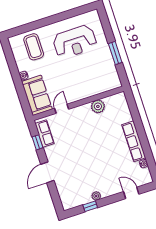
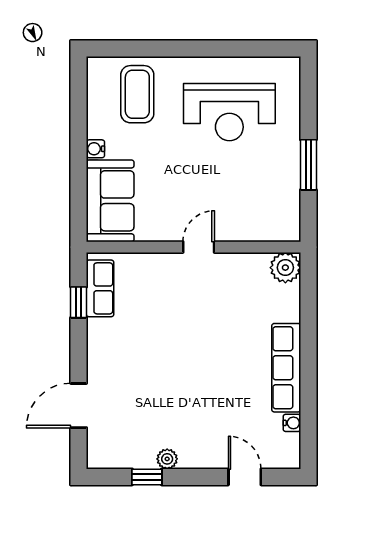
plant: (98, 106) -> (285, 268), moved
door: (62, 109) -> (199, 247), moved
door: (47, 172) -> (79, 406), moved

